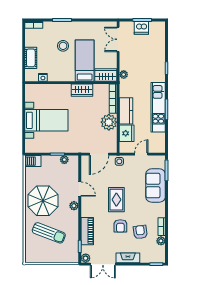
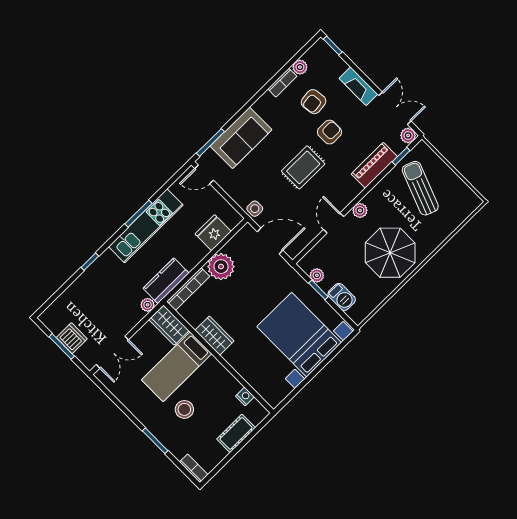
kitchen counter: (126, 111) -> (166, 281), moved
bed with nightstands: (46, 120) -> (299, 335), width x1.36
door: (141, 154) -> (204, 174), moved
barbecue: (33, 161) -> (342, 297), moved
sun lounger: (49, 233) -> (420, 188), moved

